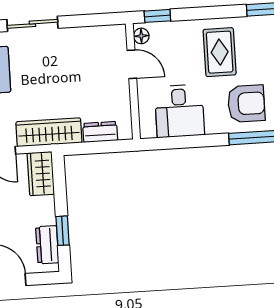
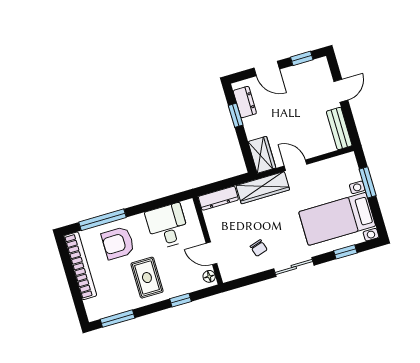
window: (157, 16) -> (180, 300), moved
chair: (71, 58) -> (259, 248), added
dresser: (100, 132) -> (218, 198), width x1.44

